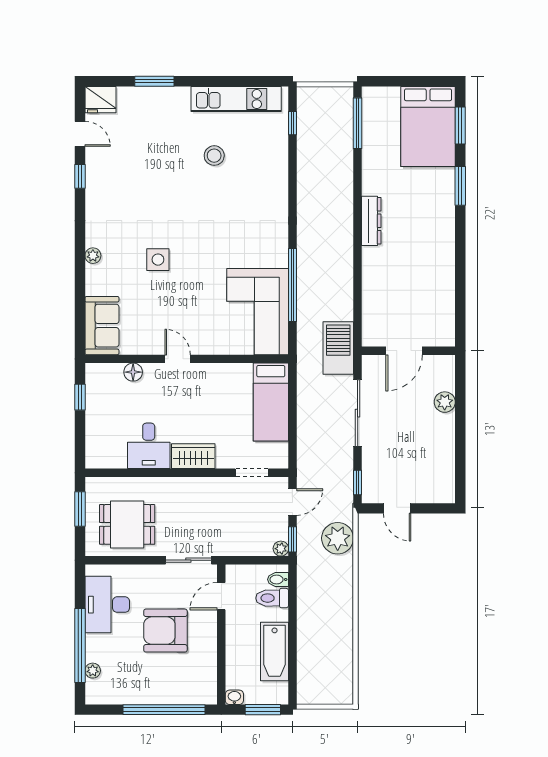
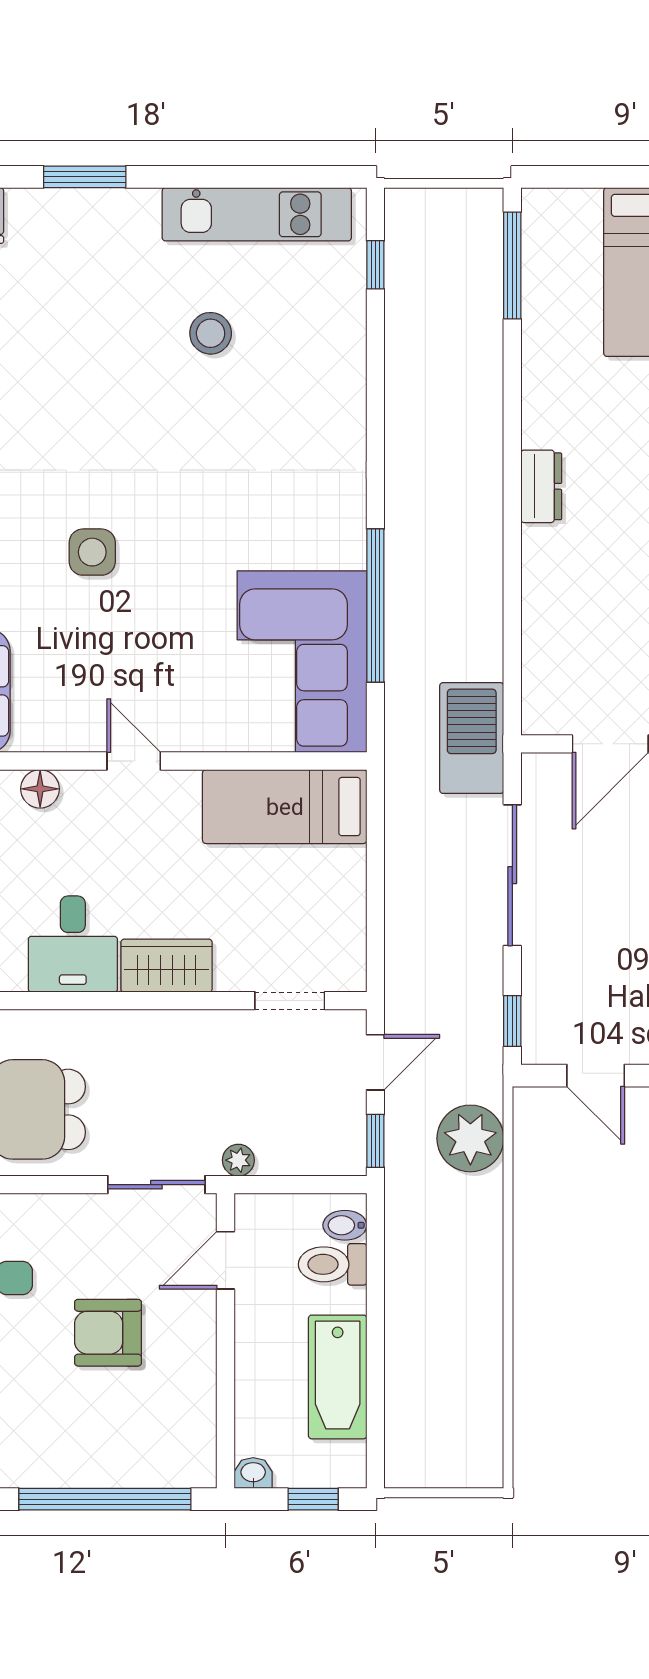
dresser: (371, 221) -> (541, 486), width x0.70
bed: (271, 402) -> (285, 807), moved, turned 90
plant: (281, 549) -> (238, 1160), moved
armchair: (165, 631) -> (108, 1333), width x0.73, depth x0.73
window: (263, 710) -> (313, 1499), width x0.67

